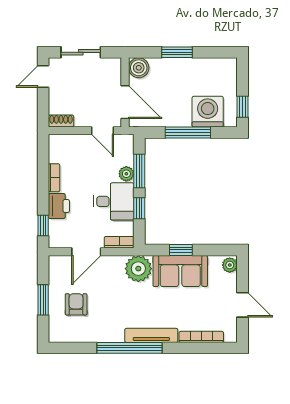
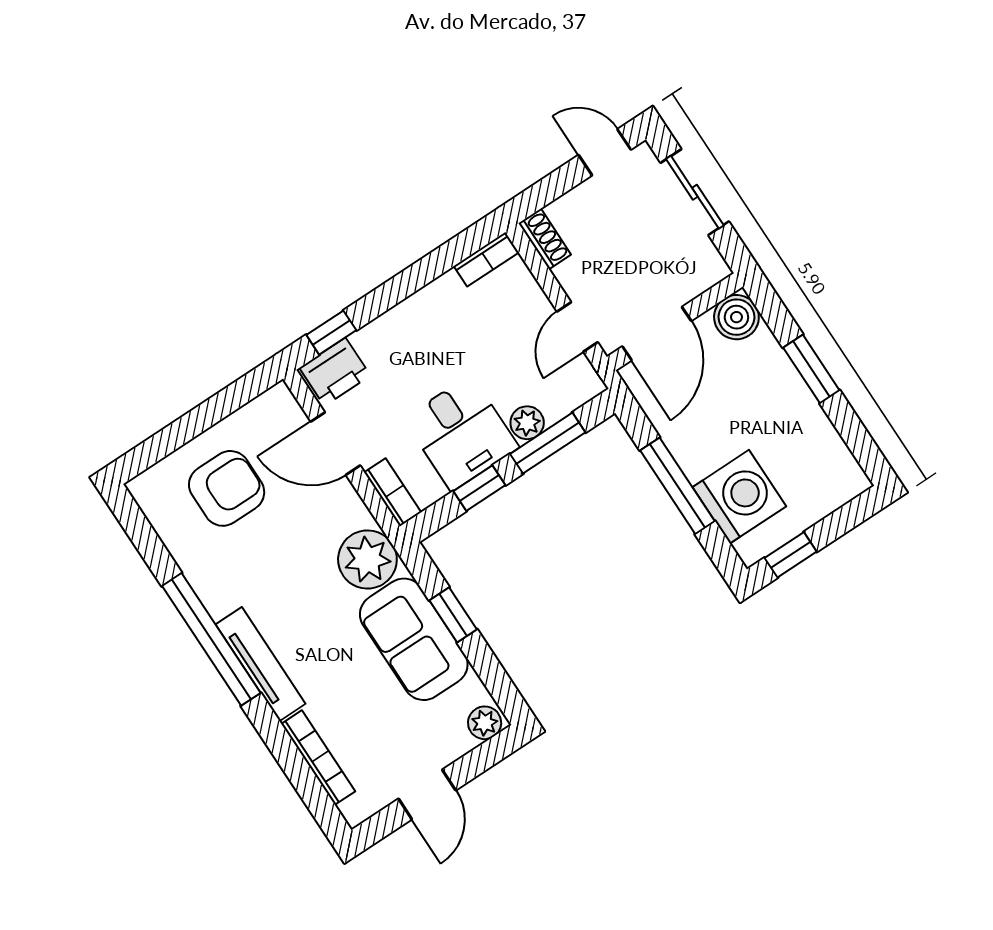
bookcase: (54, 178) -> (486, 259), moved
printer: (59, 206) -> (335, 372), moved
window: (43, 300) -> (195, 422), removed
armchair: (76, 304) -> (227, 488), width x1.38, depth x1.38

